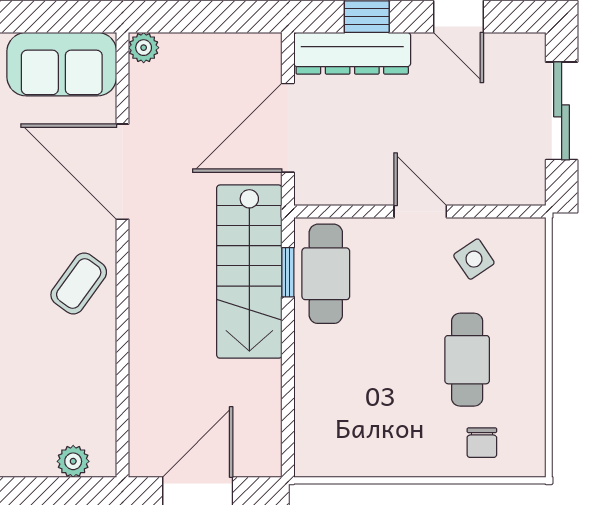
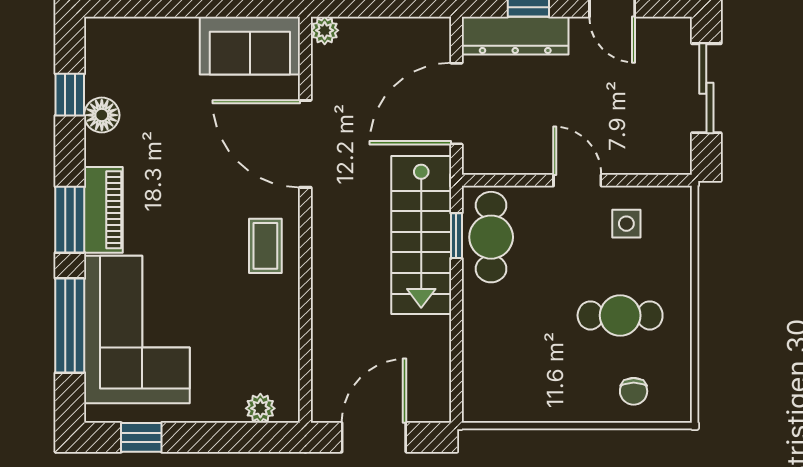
side table: (474, 259) -> (626, 224), turned 34
coffee table: (79, 283) -> (265, 246), turned -36
cafe table: (467, 360) -> (620, 315), turned 90

